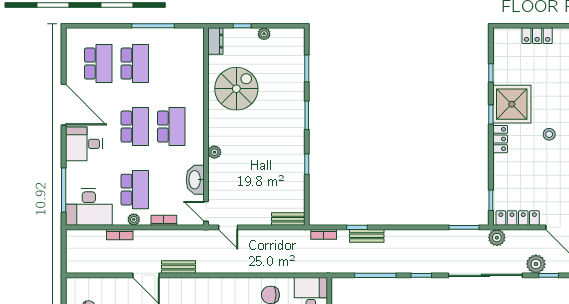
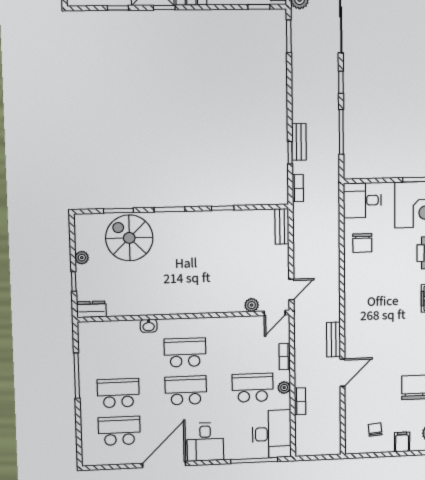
spiral stairs: (236, 89) -> (129, 238), moved
plant: (214, 152) -> (252, 305), moved
washbasin: (195, 180) -> (149, 326), moved, width x0.52, depth x0.69

